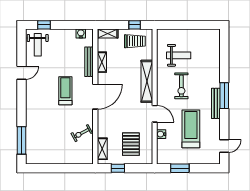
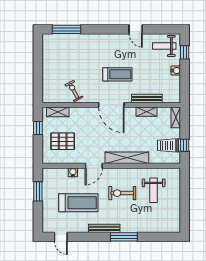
water cooler: (81, 34) -> (176, 71), moved
trolley: (135, 41) -> (168, 145), turned 90
window: (224, 96) -> (124, 237), moved

